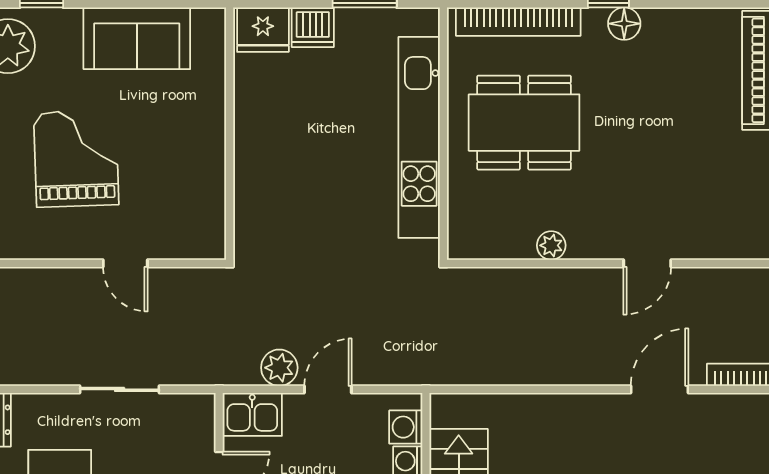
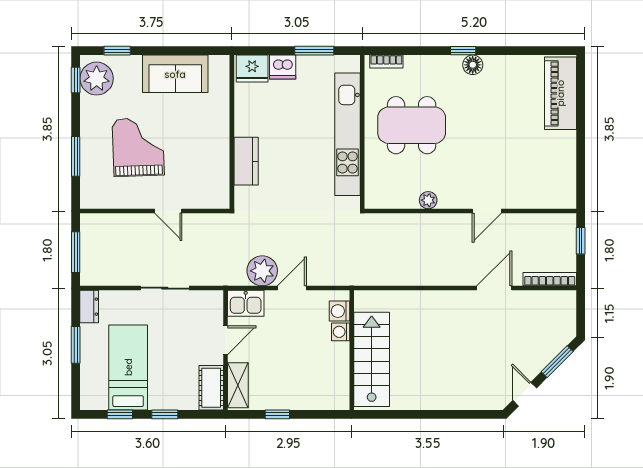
bookcase: (518, 22) -> (386, 61), width x0.43, depth x0.76
kitchen counter: (253, 181) -> (246, 161), added
plant: (279, 368) -> (262, 271), width x1.36, depth x1.36

